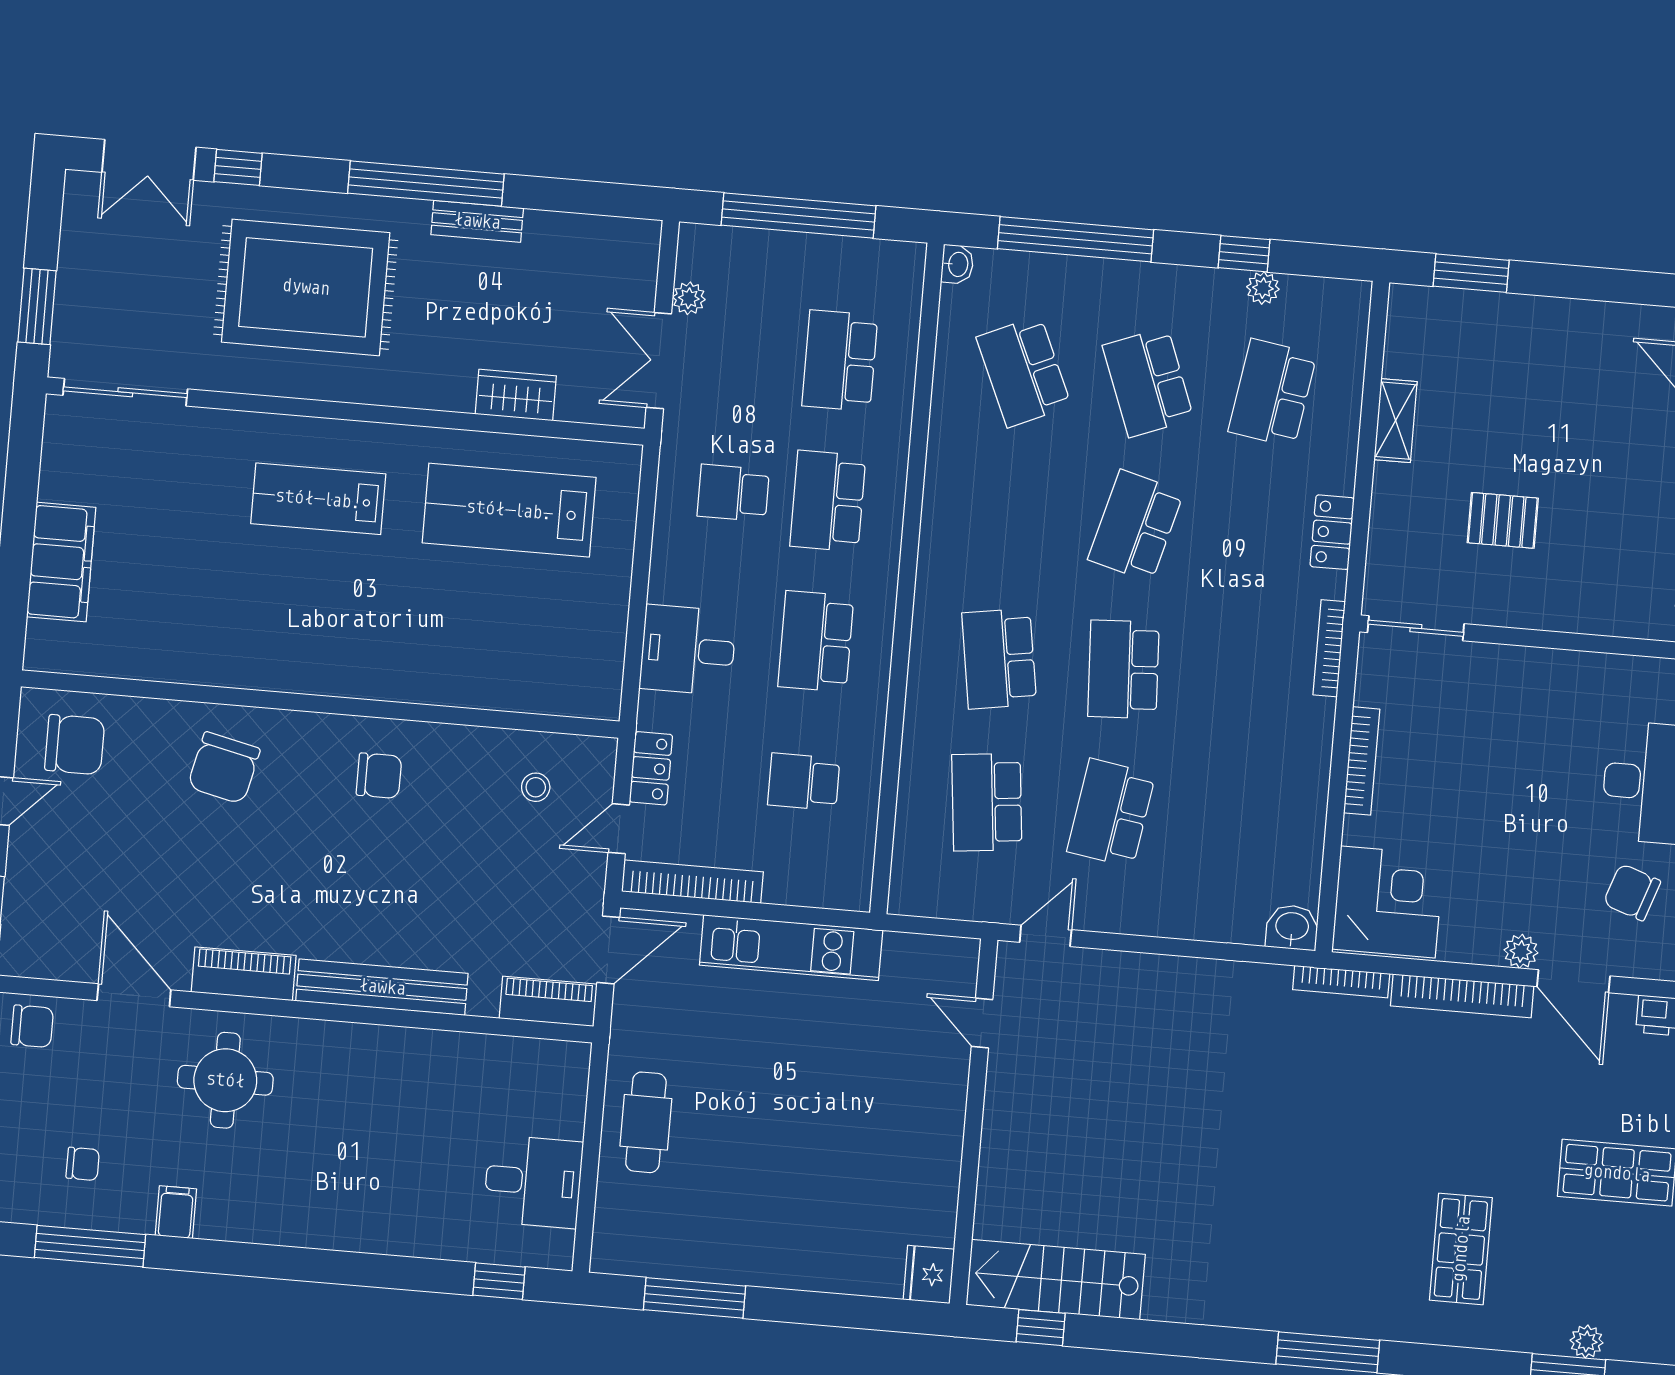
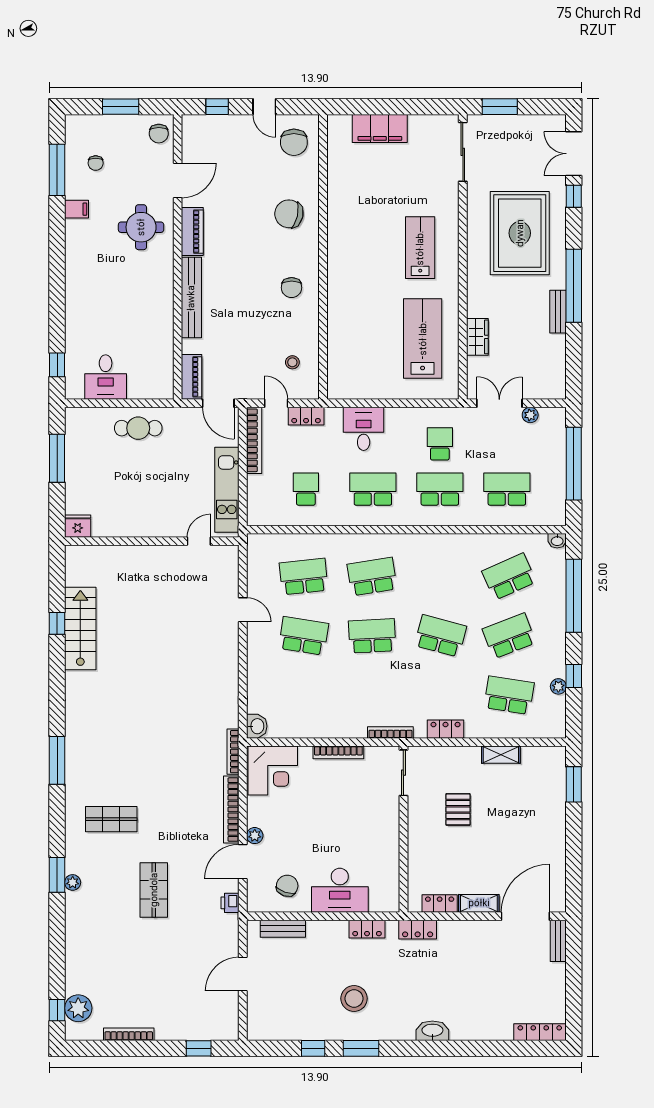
door: (982, 1023) -> (199, 541), moved
wall: (974, 1122) -> (152, 541), moved
fridge: (929, 1274) -> (78, 526), moved

